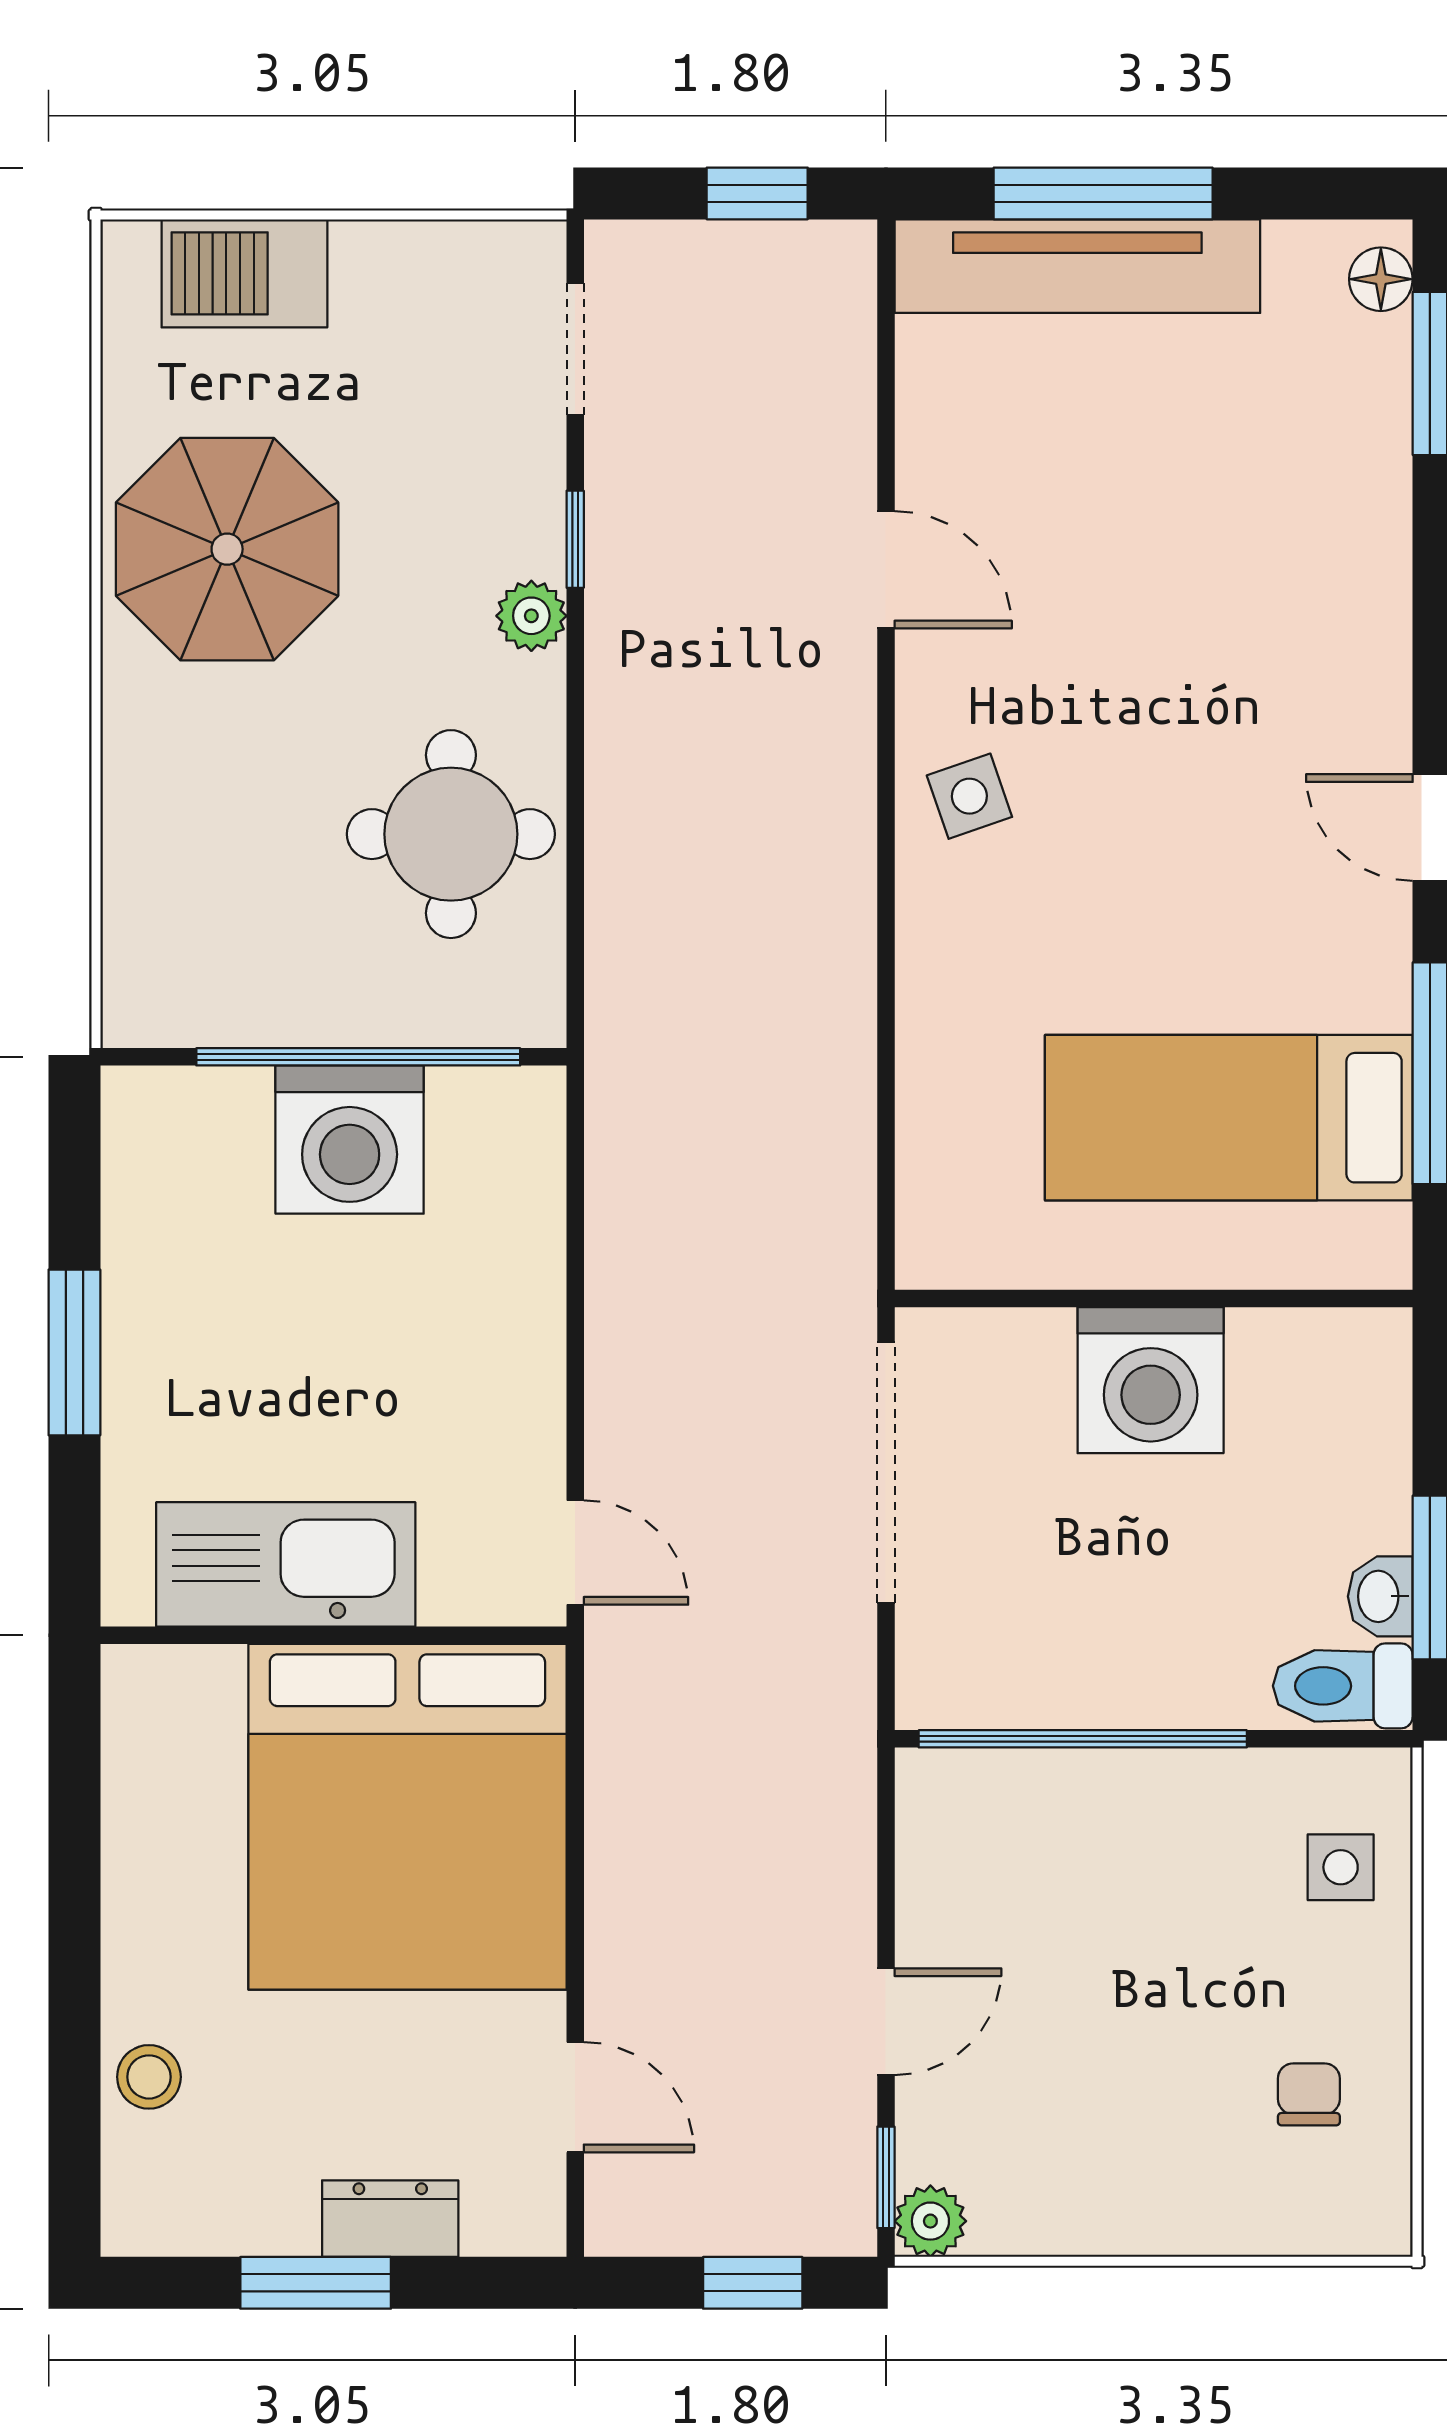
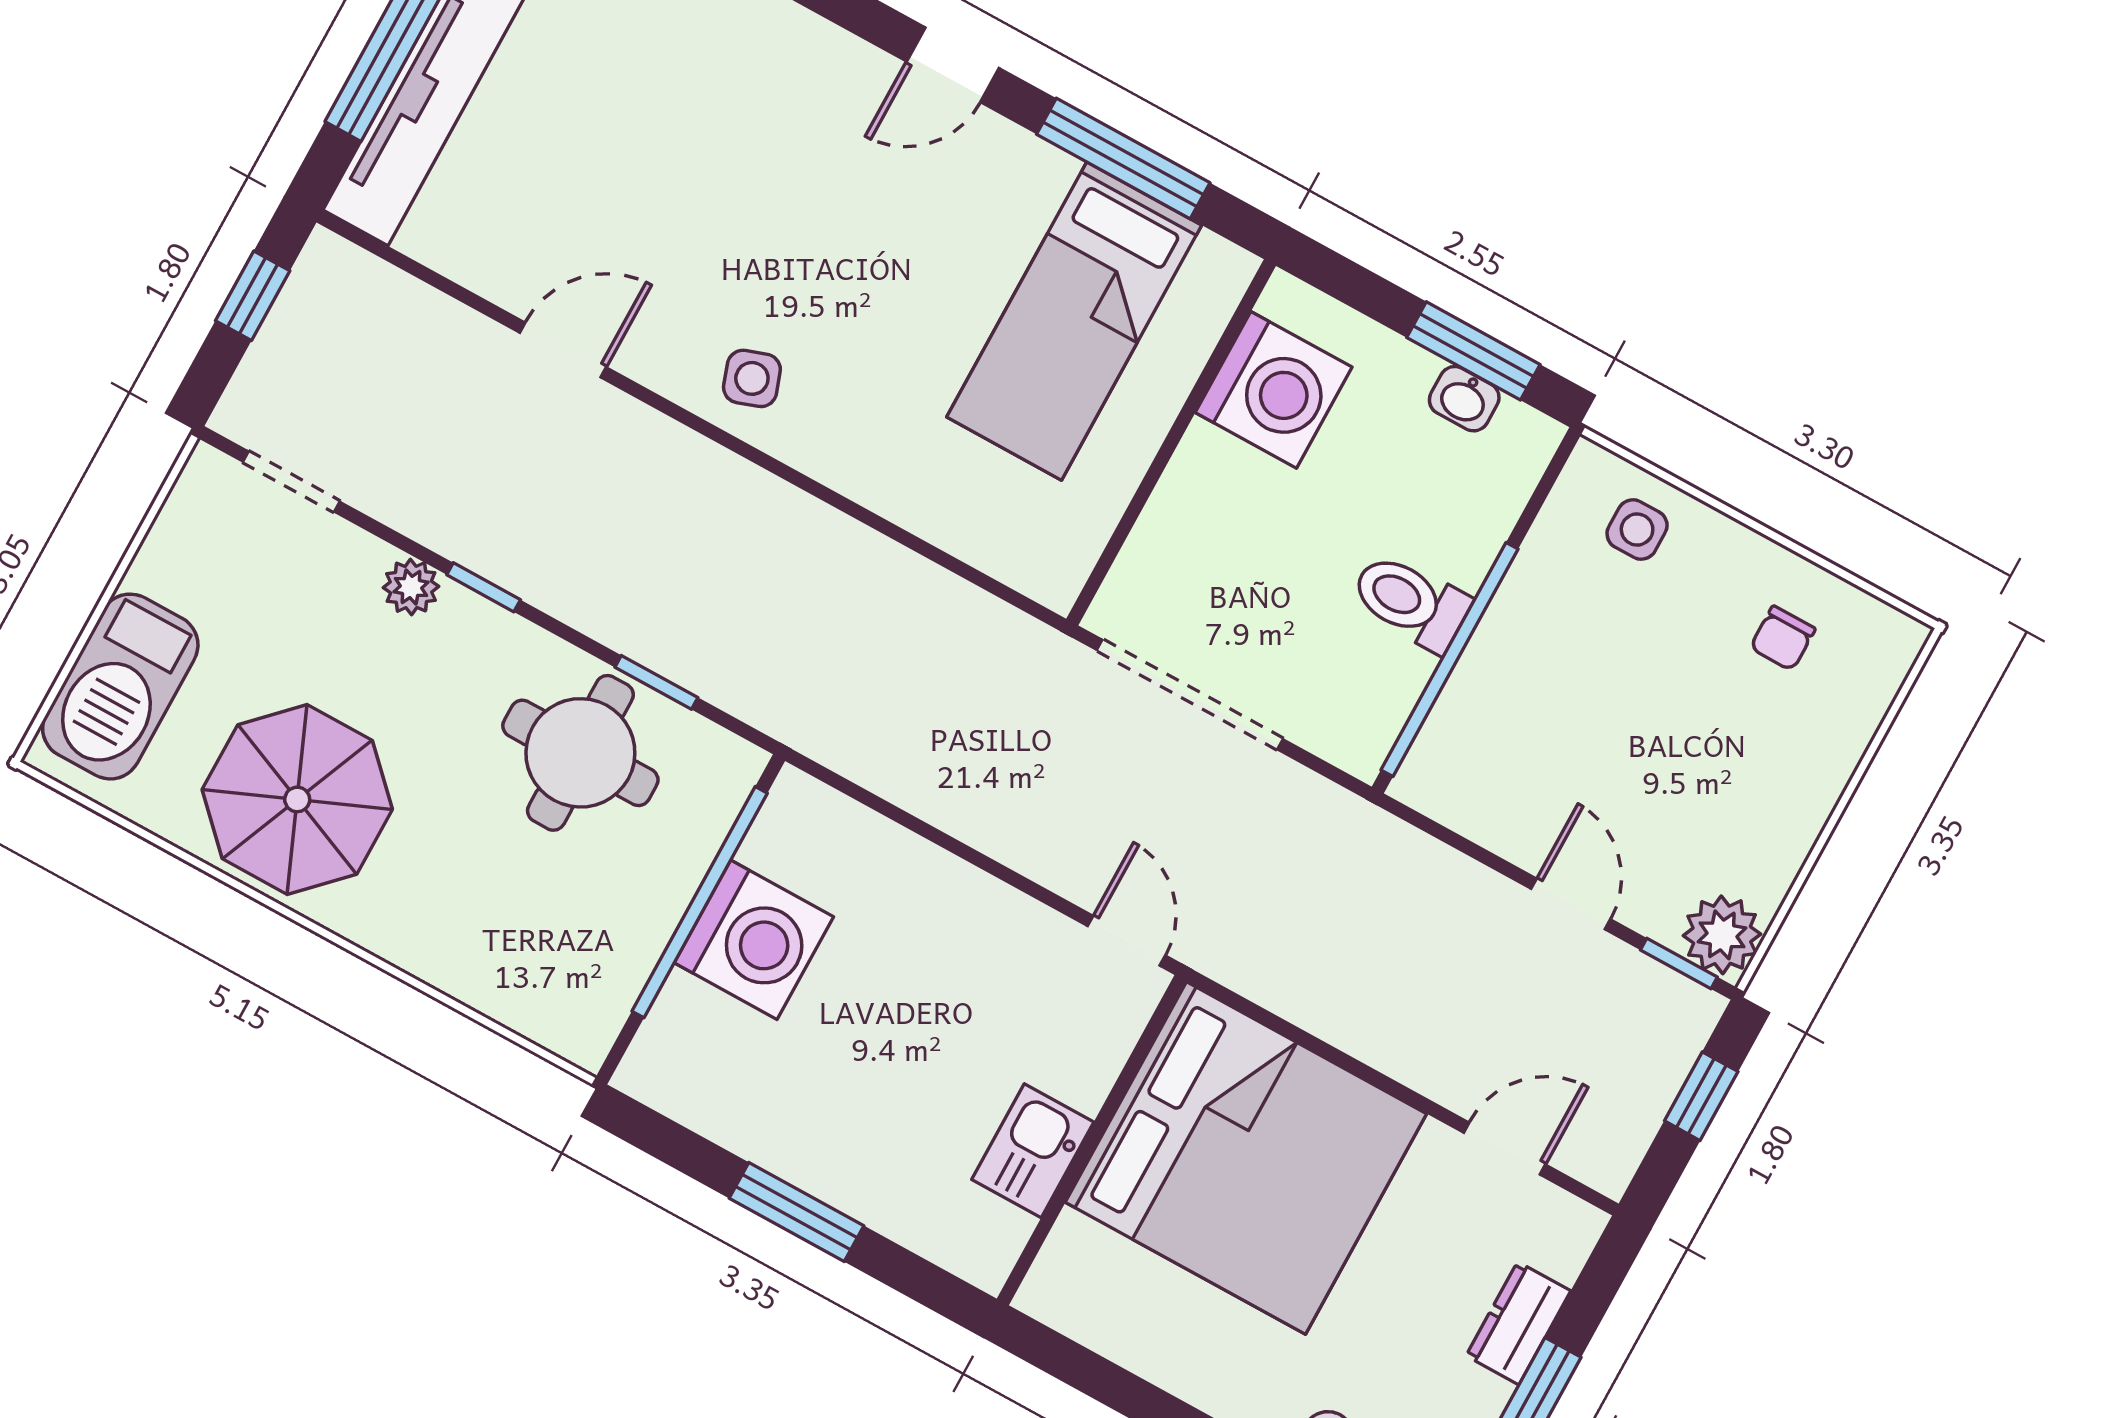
barbecue: (244, 273) -> (120, 687), width x1.37, depth x1.21
window: (575, 539) -> (484, 587), moved
plant: (531, 616) -> (411, 587), moved
window: (575, 875) -> (656, 682), added
washing machine: (1151, 1380) -> (1274, 390), moved
door: (575, 1552) -> (1126, 941), hinge flipped
kitchen sink: (286, 1564) -> (1033, 1151), width x0.53, depth x0.81
toilet: (1343, 1686) -> (1410, 602), moved, turned 90
chair: (1309, 2094) -> (1783, 638), turned -90
plant: (930, 2221) -> (1722, 935), width x1.38, depth x1.38

